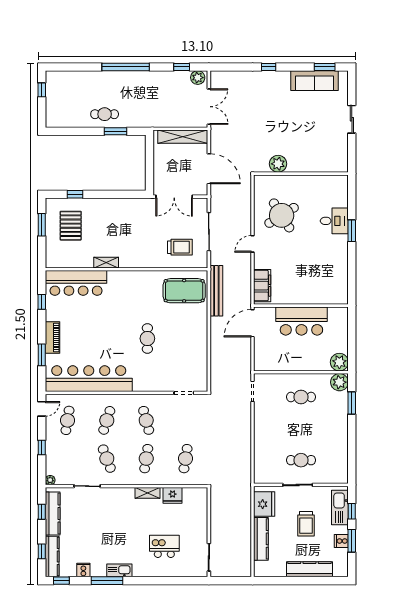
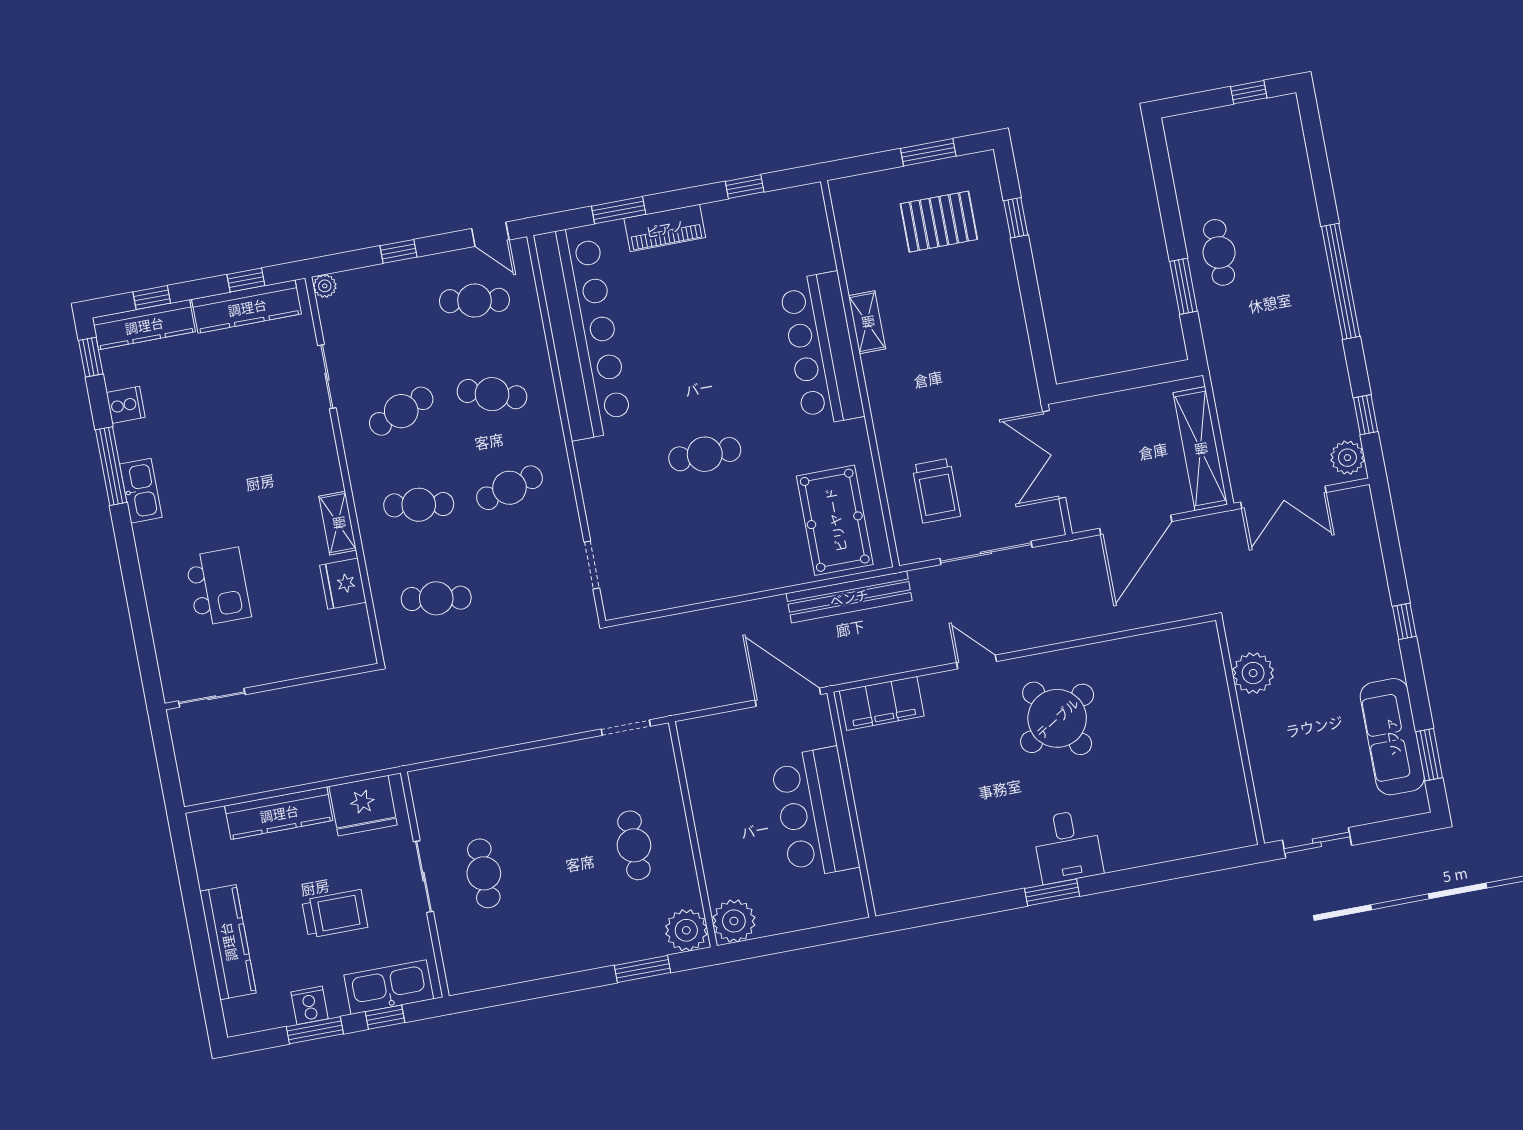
plant: (278, 164) -> (1253, 673), moved
wall: (301, 174) -> (1240, 732), moved
bar counter: (76, 283) -> (822, 349), moved
trolley: (306, 524) -> (335, 914), turned 180

